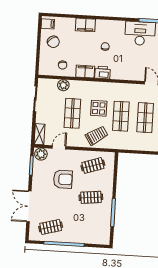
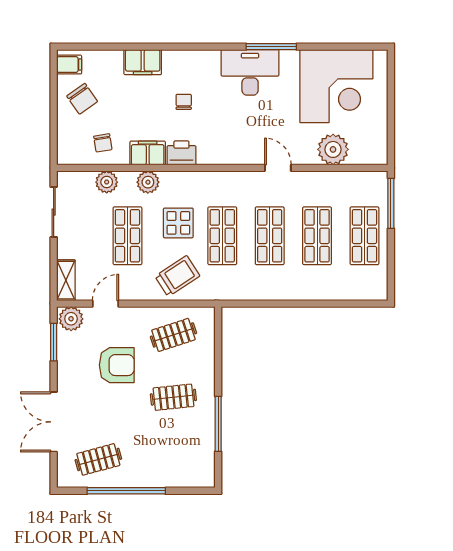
plant: (84, 86) -> (148, 182), added

